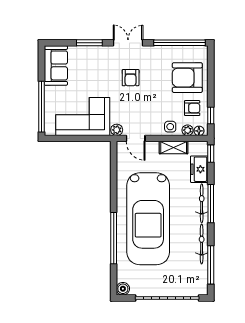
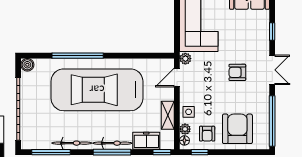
window: (89, 43) -> (272, 31), width x0.67

